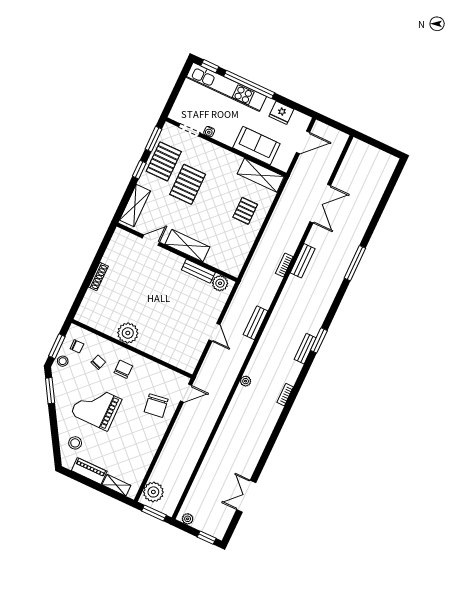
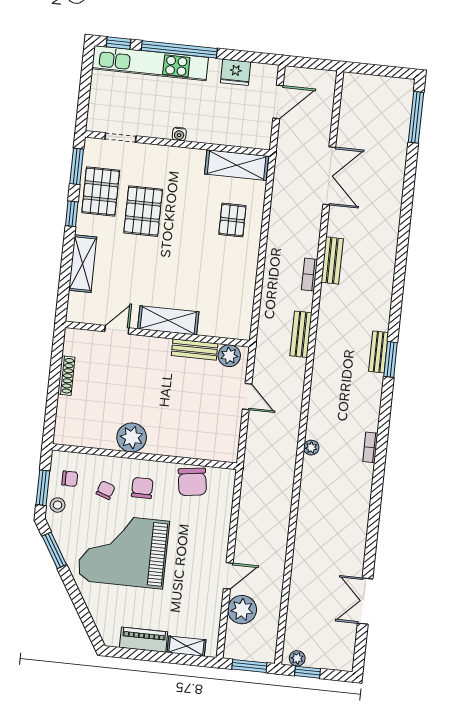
water cooler: (209, 132) -> (179, 134), moved
sofa: (256, 146) -> (217, 128), removed
door: (151, 240) -> (117, 330), moved
shelving: (187, 246) -> (168, 320), moved
wall: (177, 252) -> (157, 334), moved
window: (355, 263) -> (416, 117), moved
bench: (198, 271) -> (195, 350), moved
plant: (220, 283) -> (229, 356), moved
bench: (256, 323) -> (301, 334), moved
bench: (305, 349) -> (379, 352), moved
door: (186, 393) -> (228, 576), moved
chair: (156, 406) -> (192, 482), moved
grand piano: (96, 407) -> (123, 551), width x1.37, depth x1.48
stool: (75, 443) -> (112, 609), removed
plant: (153, 492) -> (242, 610), moved
window: (207, 538) -> (308, 672), moved

